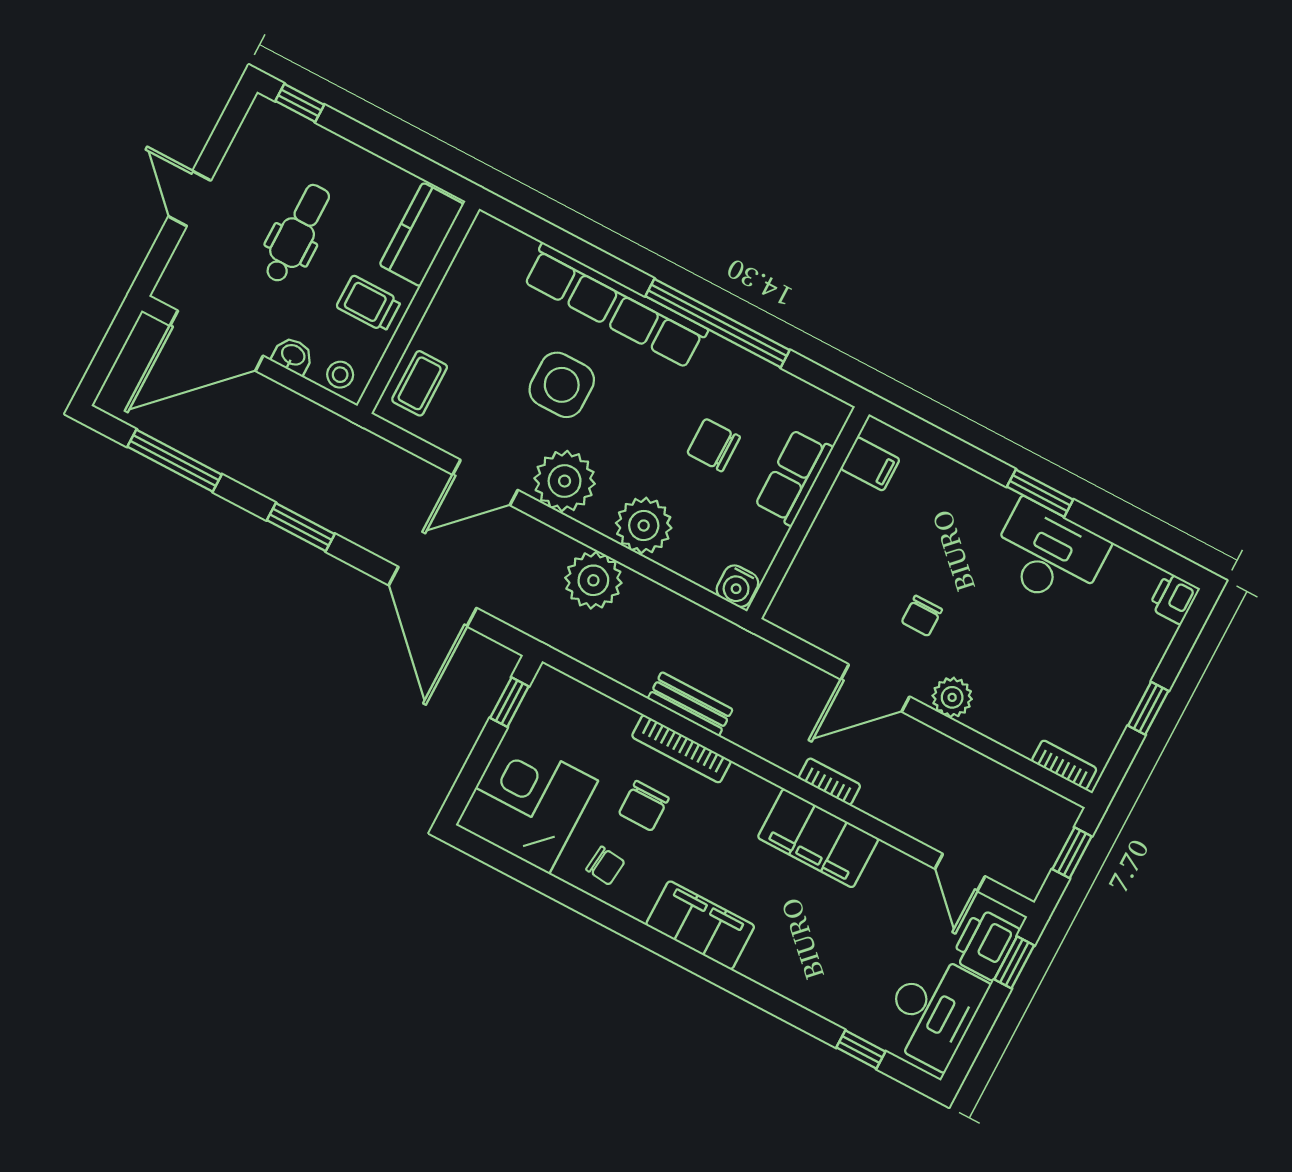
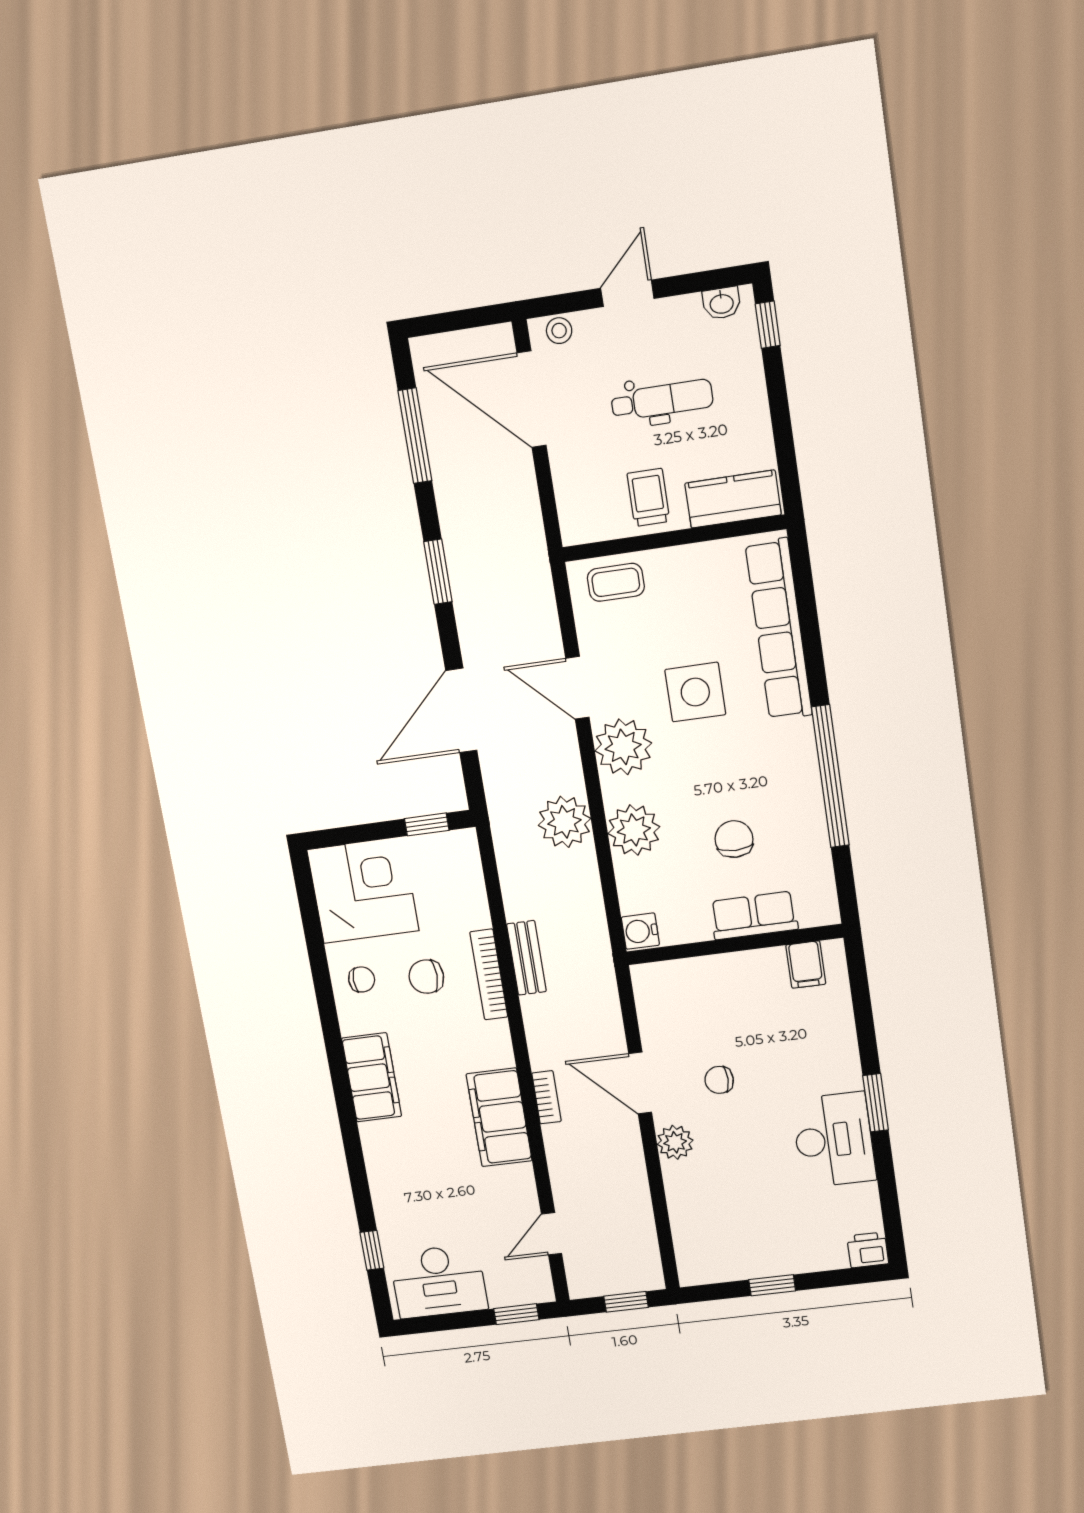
row of seats: (615, 305) -> (779, 630), moved
washbasin: (293, 356) -> (722, 303), moved, turned 90
stool: (340, 375) -> (559, 331), moved
bookcase: (1064, 765) -> (686, 1254), removed
chair: (605, 866) -> (362, 979), turned -96
printer: (985, 944) -> (514, 1286), removed

